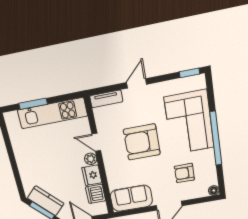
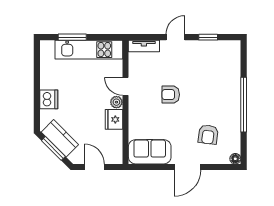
window: (189, 73) -> (208, 37), moved
corner sofa: (189, 122) -> (220, 84), removed
armchair: (142, 142) -> (171, 95), width x0.53, depth x0.53
armchair: (184, 173) -> (208, 135), turned -83
dishwasher: (96, 194) -> (49, 99), moved, turned 180

